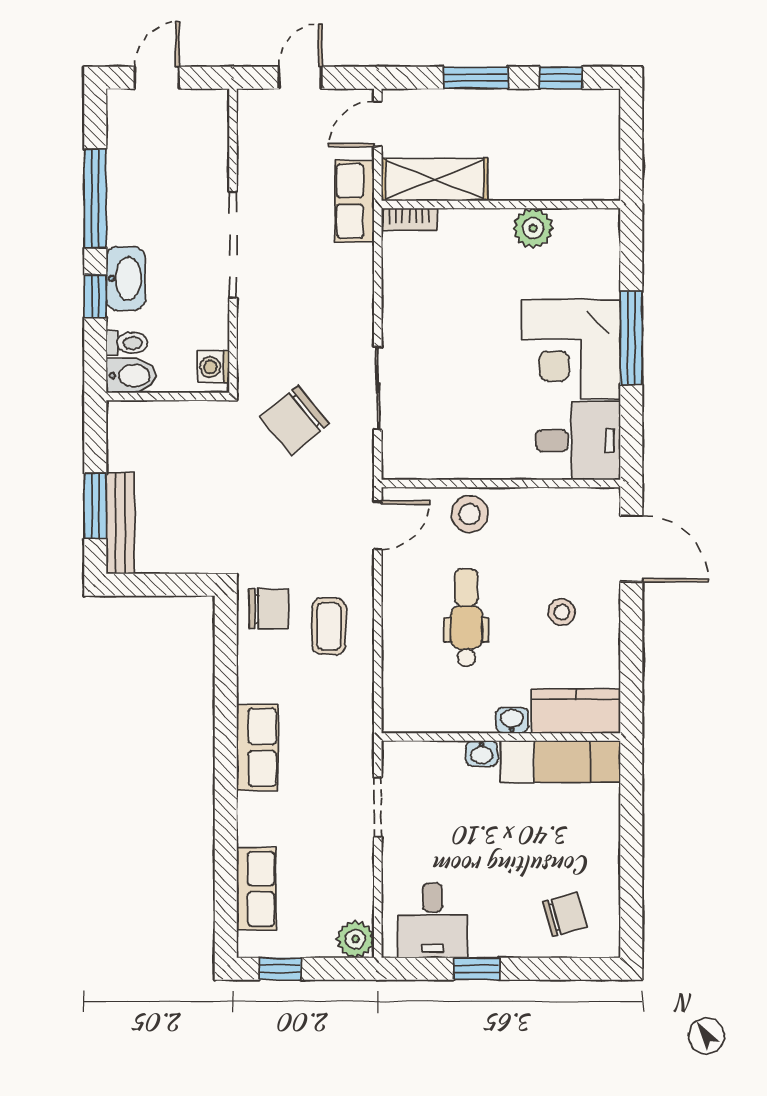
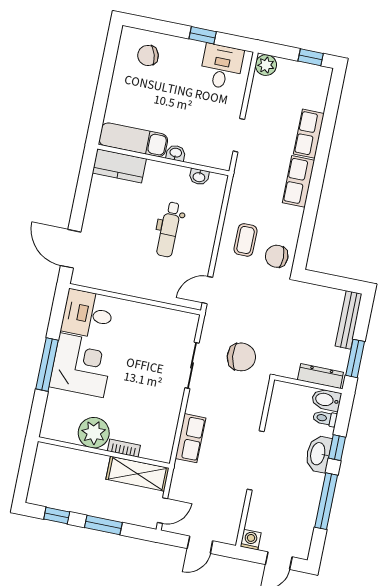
row of seats: (355, 201) -> (190, 438), moved
bookcase: (409, 219) -> (124, 448), moved
plant: (533, 228) -> (94, 433), width x1.36, depth x1.36
washing machine: (213, 367) -> (251, 540), moved, turned -90
dresser: (150, 415) -> (320, 376), added
chair: (295, 420) -> (241, 357), turned 33
window: (95, 506) -> (355, 358), moved
stool: (470, 514) -> (156, 286), removed
stool: (562, 612) -> (116, 222), removed
washbasin: (512, 720) -> (199, 177), moved
row of seats: (256, 889) -> (309, 134), moved

